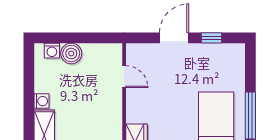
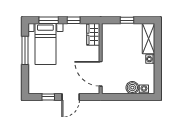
door: (124, 77) -> (101, 74), width x1.88

